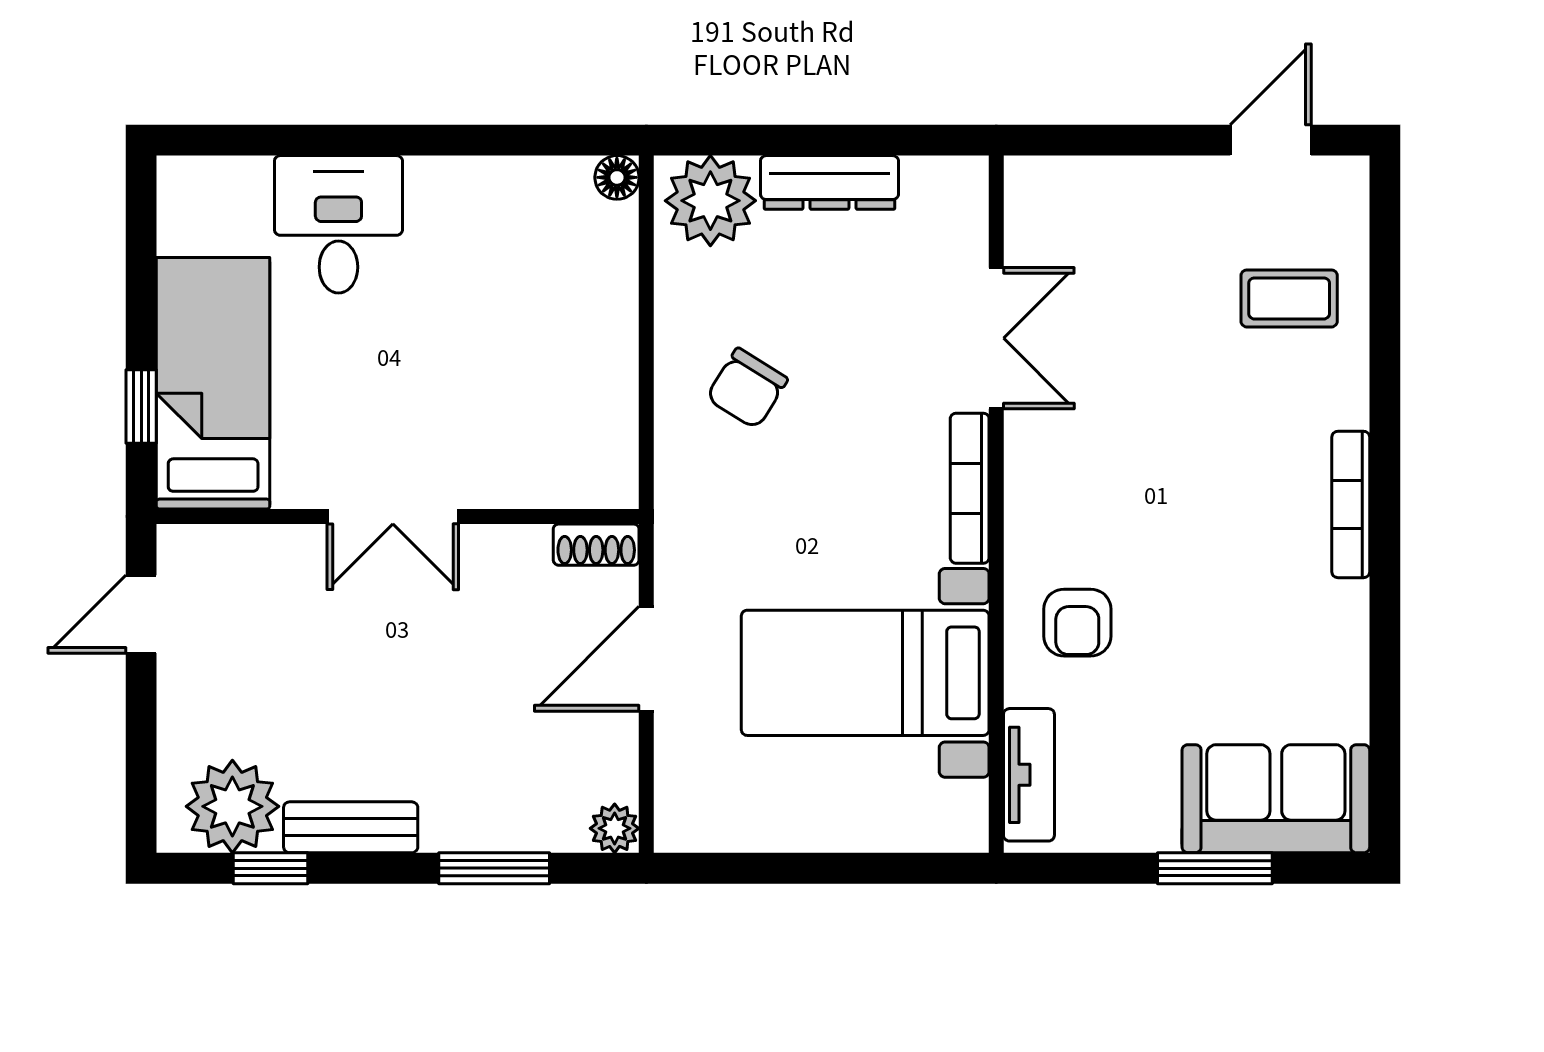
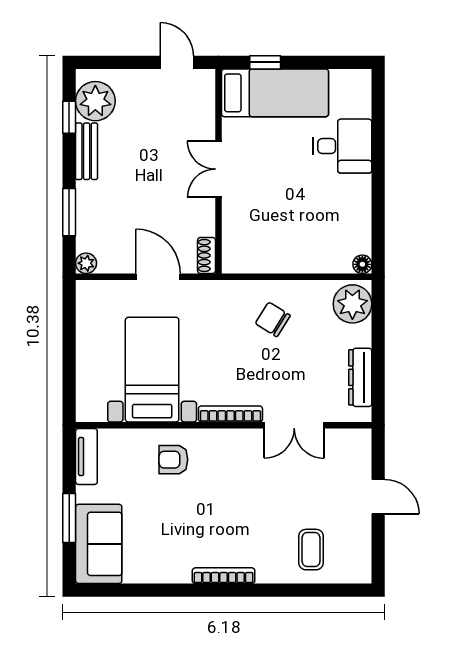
door: (1271, 140) -> (378, 497), moved
dresser: (829, 182) -> (360, 377), moved
tv unit: (1029, 775) -> (86, 457), moved, turned -90

